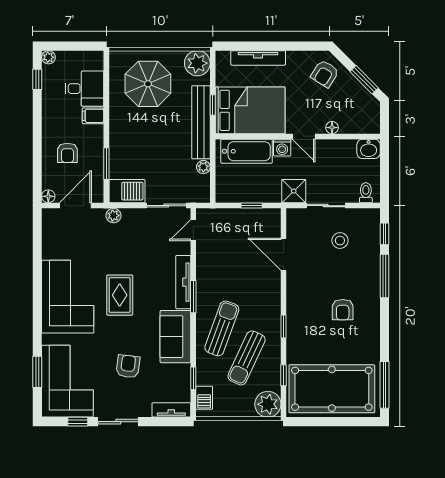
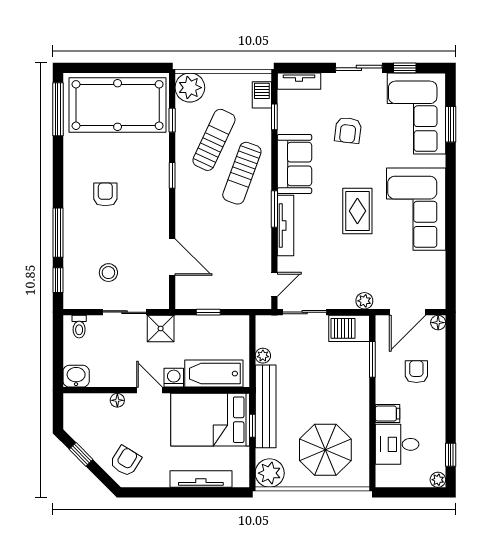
window: (364, 80) -> (81, 454), width x0.67

